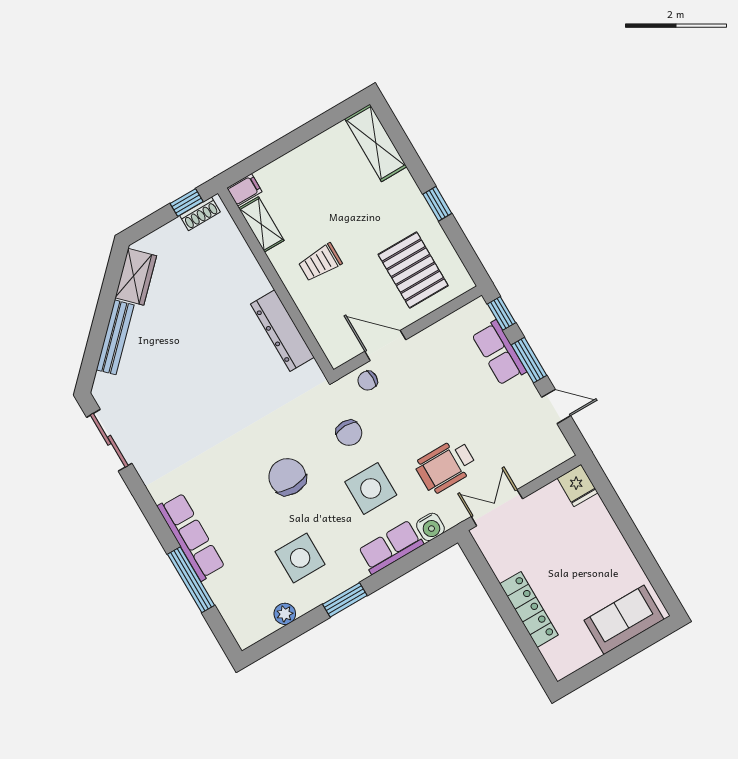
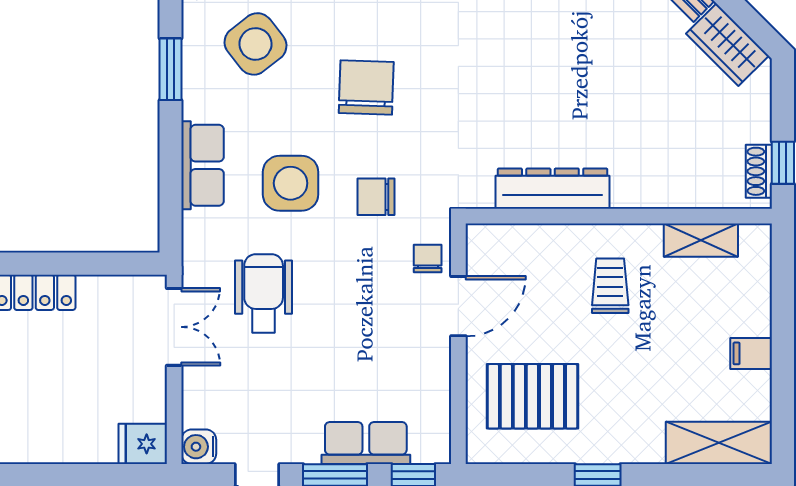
filing cabinet: (244, 190) -> (751, 353), moved, turned 90
chair: (287, 477) -> (366, 87), turned -88
water cooler: (430, 527) -> (199, 447), moved
side table: (300, 558) -> (255, 44), turned -38

